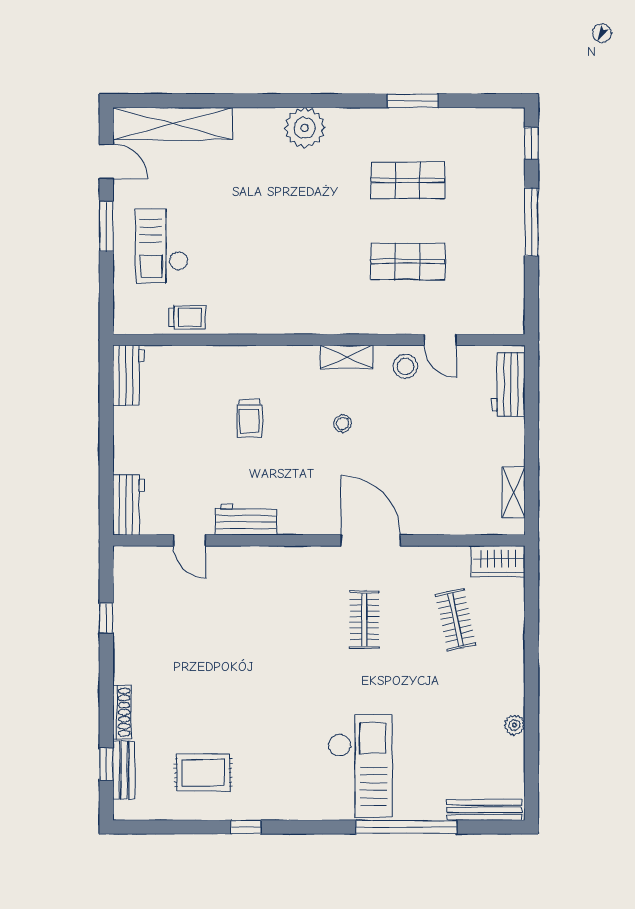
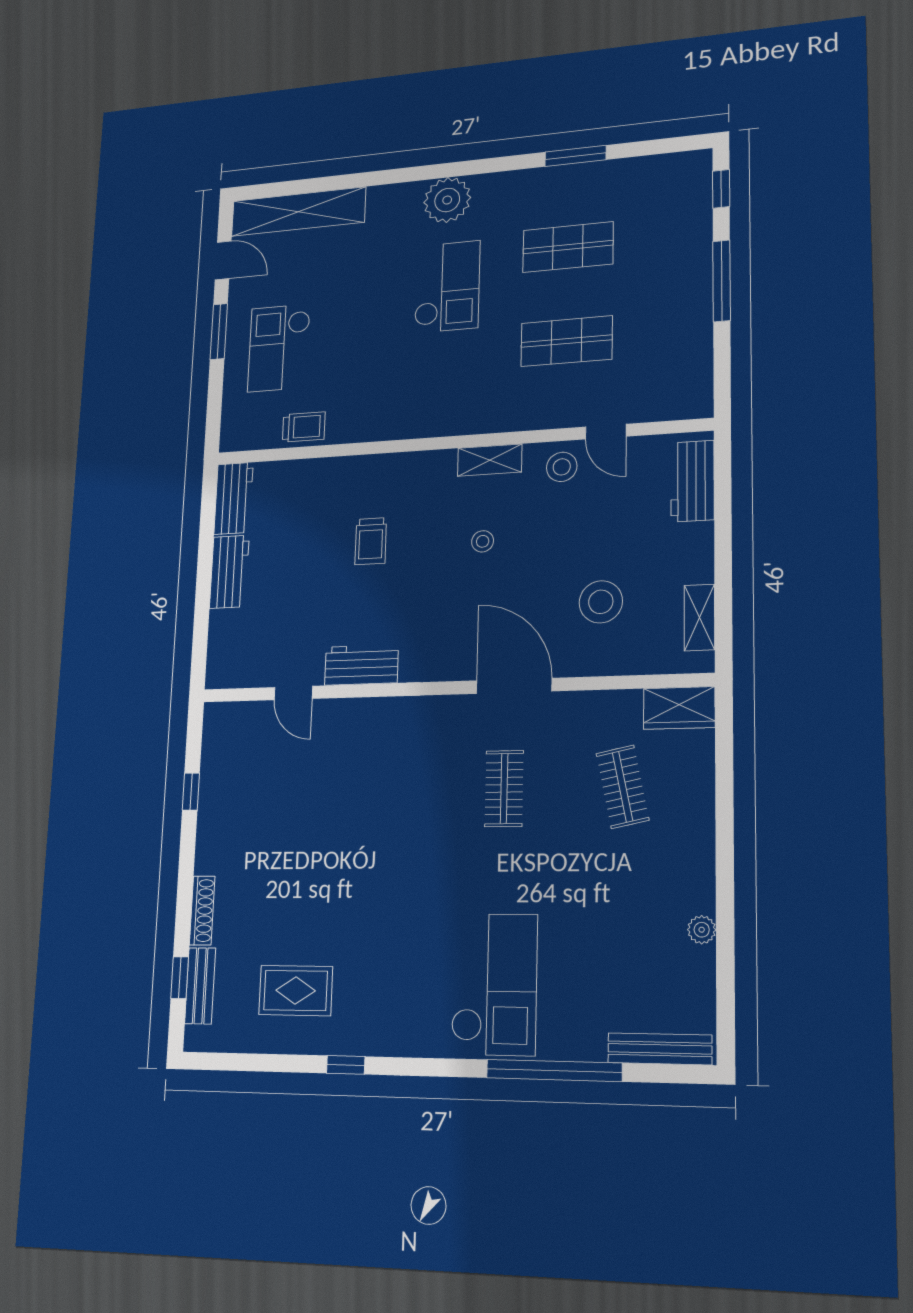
checkout: (307, 205) -> (447, 287), added
stool: (438, 477) -> (601, 602), added
workbench: (128, 505) -> (229, 572), moved

